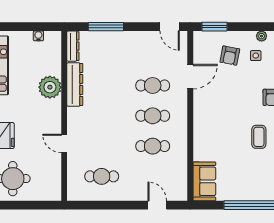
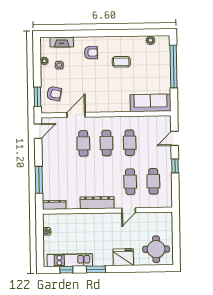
armchair: (230, 56) -> (54, 94), moved
door: (190, 77) -> (76, 115), hinge flipped
dresser: (75, 84) -> (97, 203), moved
plant: (50, 87) -> (86, 222), removed
cafe table: (102, 146) -> (130, 182), added
sofa: (204, 181) -> (150, 103), width x1.36
window: (121, 205) -> (175, 166), added

